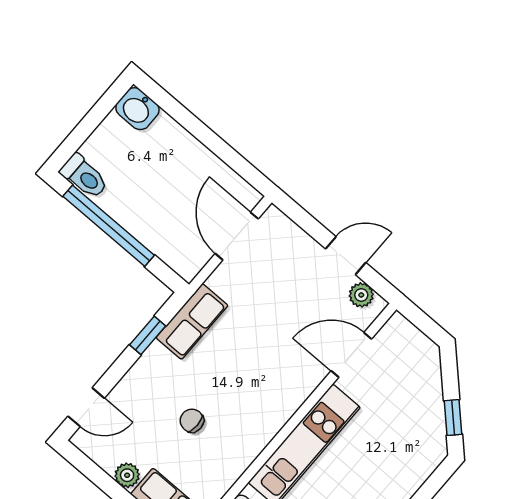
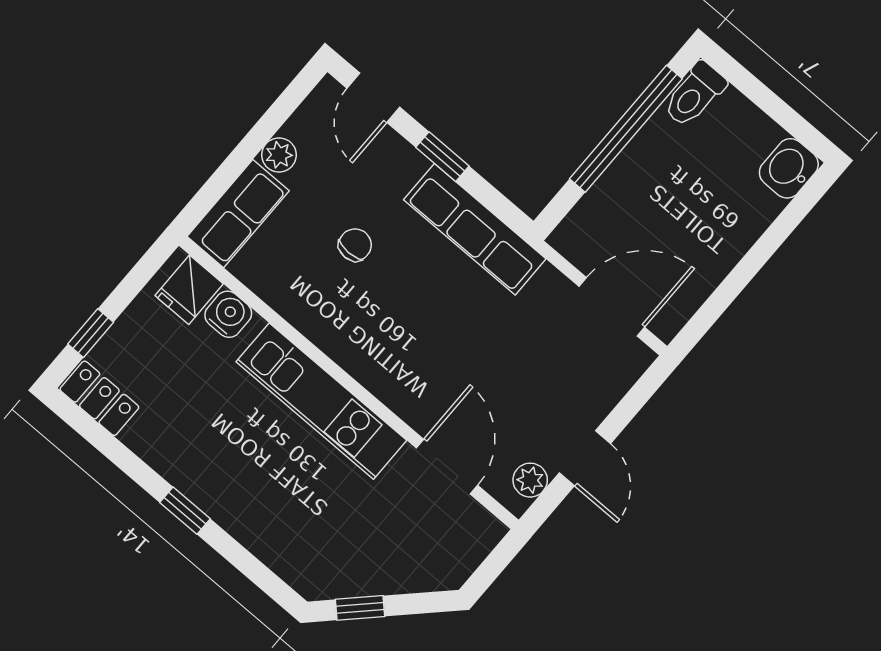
row of seats: (192, 322) -> (475, 229), width x1.48
window: (148, 335) -> (442, 157), moved

